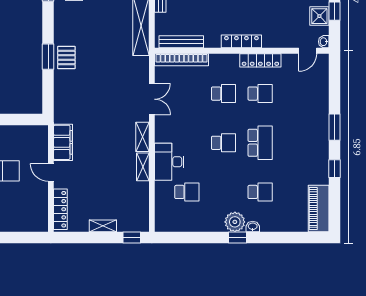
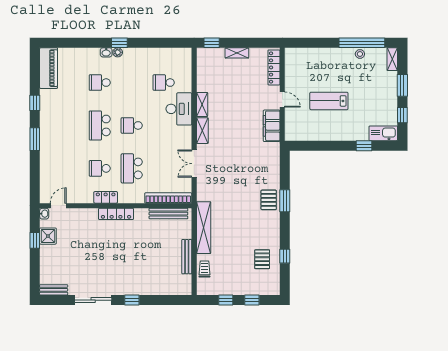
locker: (260, 60) -> (106, 197), width x0.66
school desk: (223, 94) -> (132, 168), width x1.85
plant: (235, 222) -> (118, 52), width x0.53, depth x0.53

